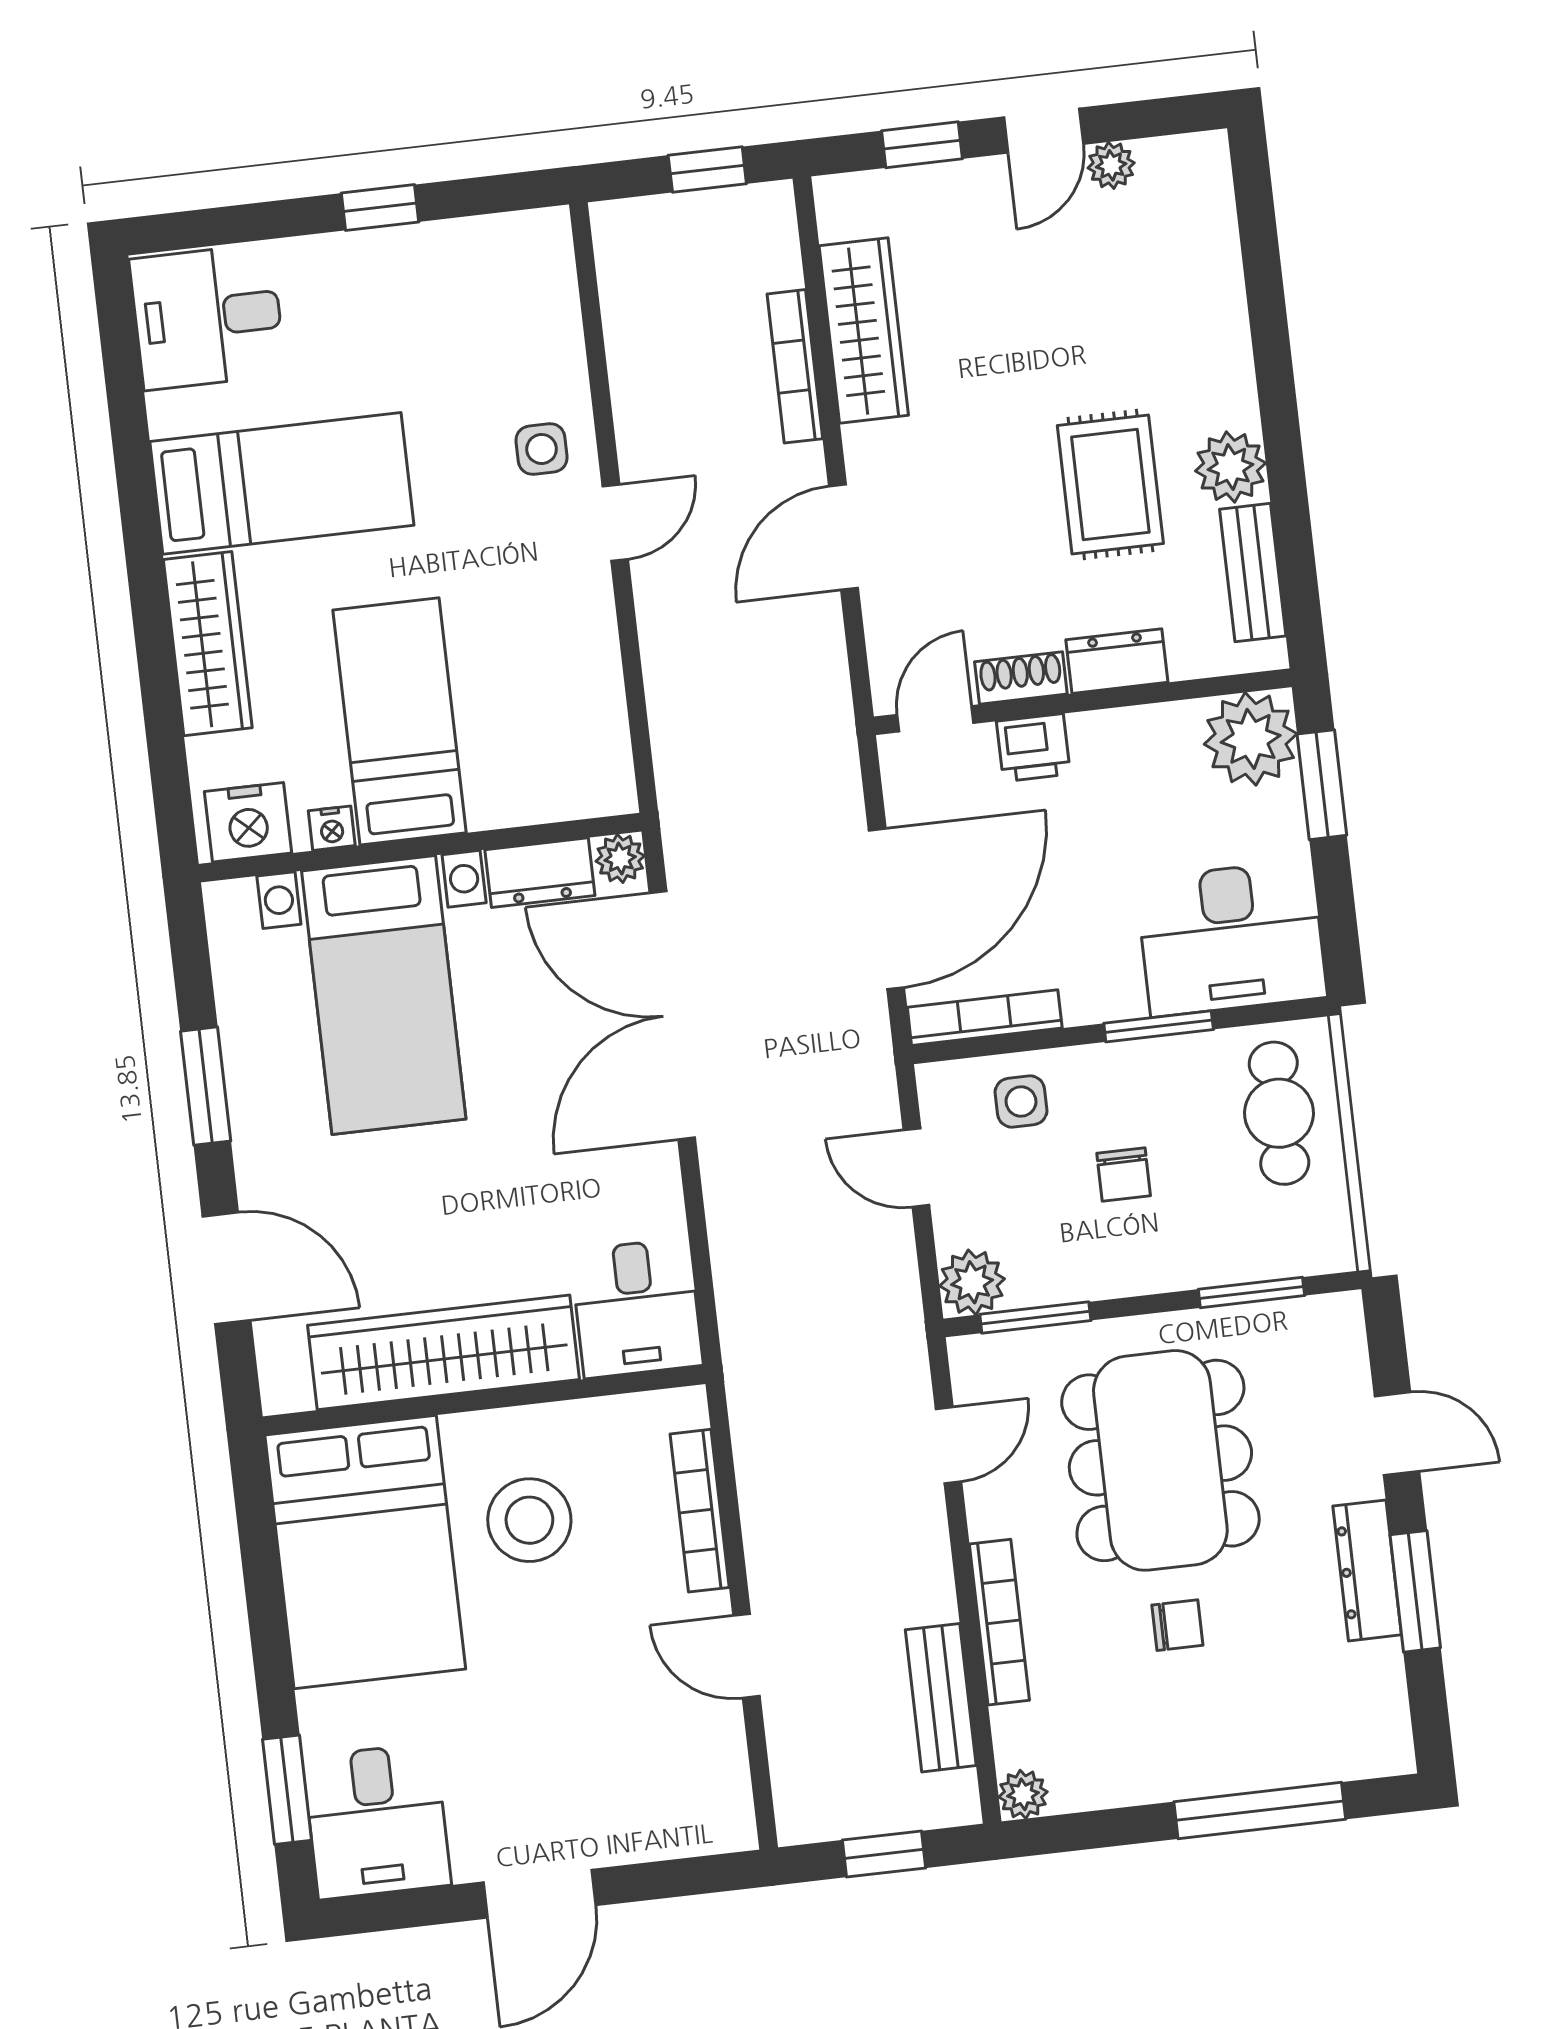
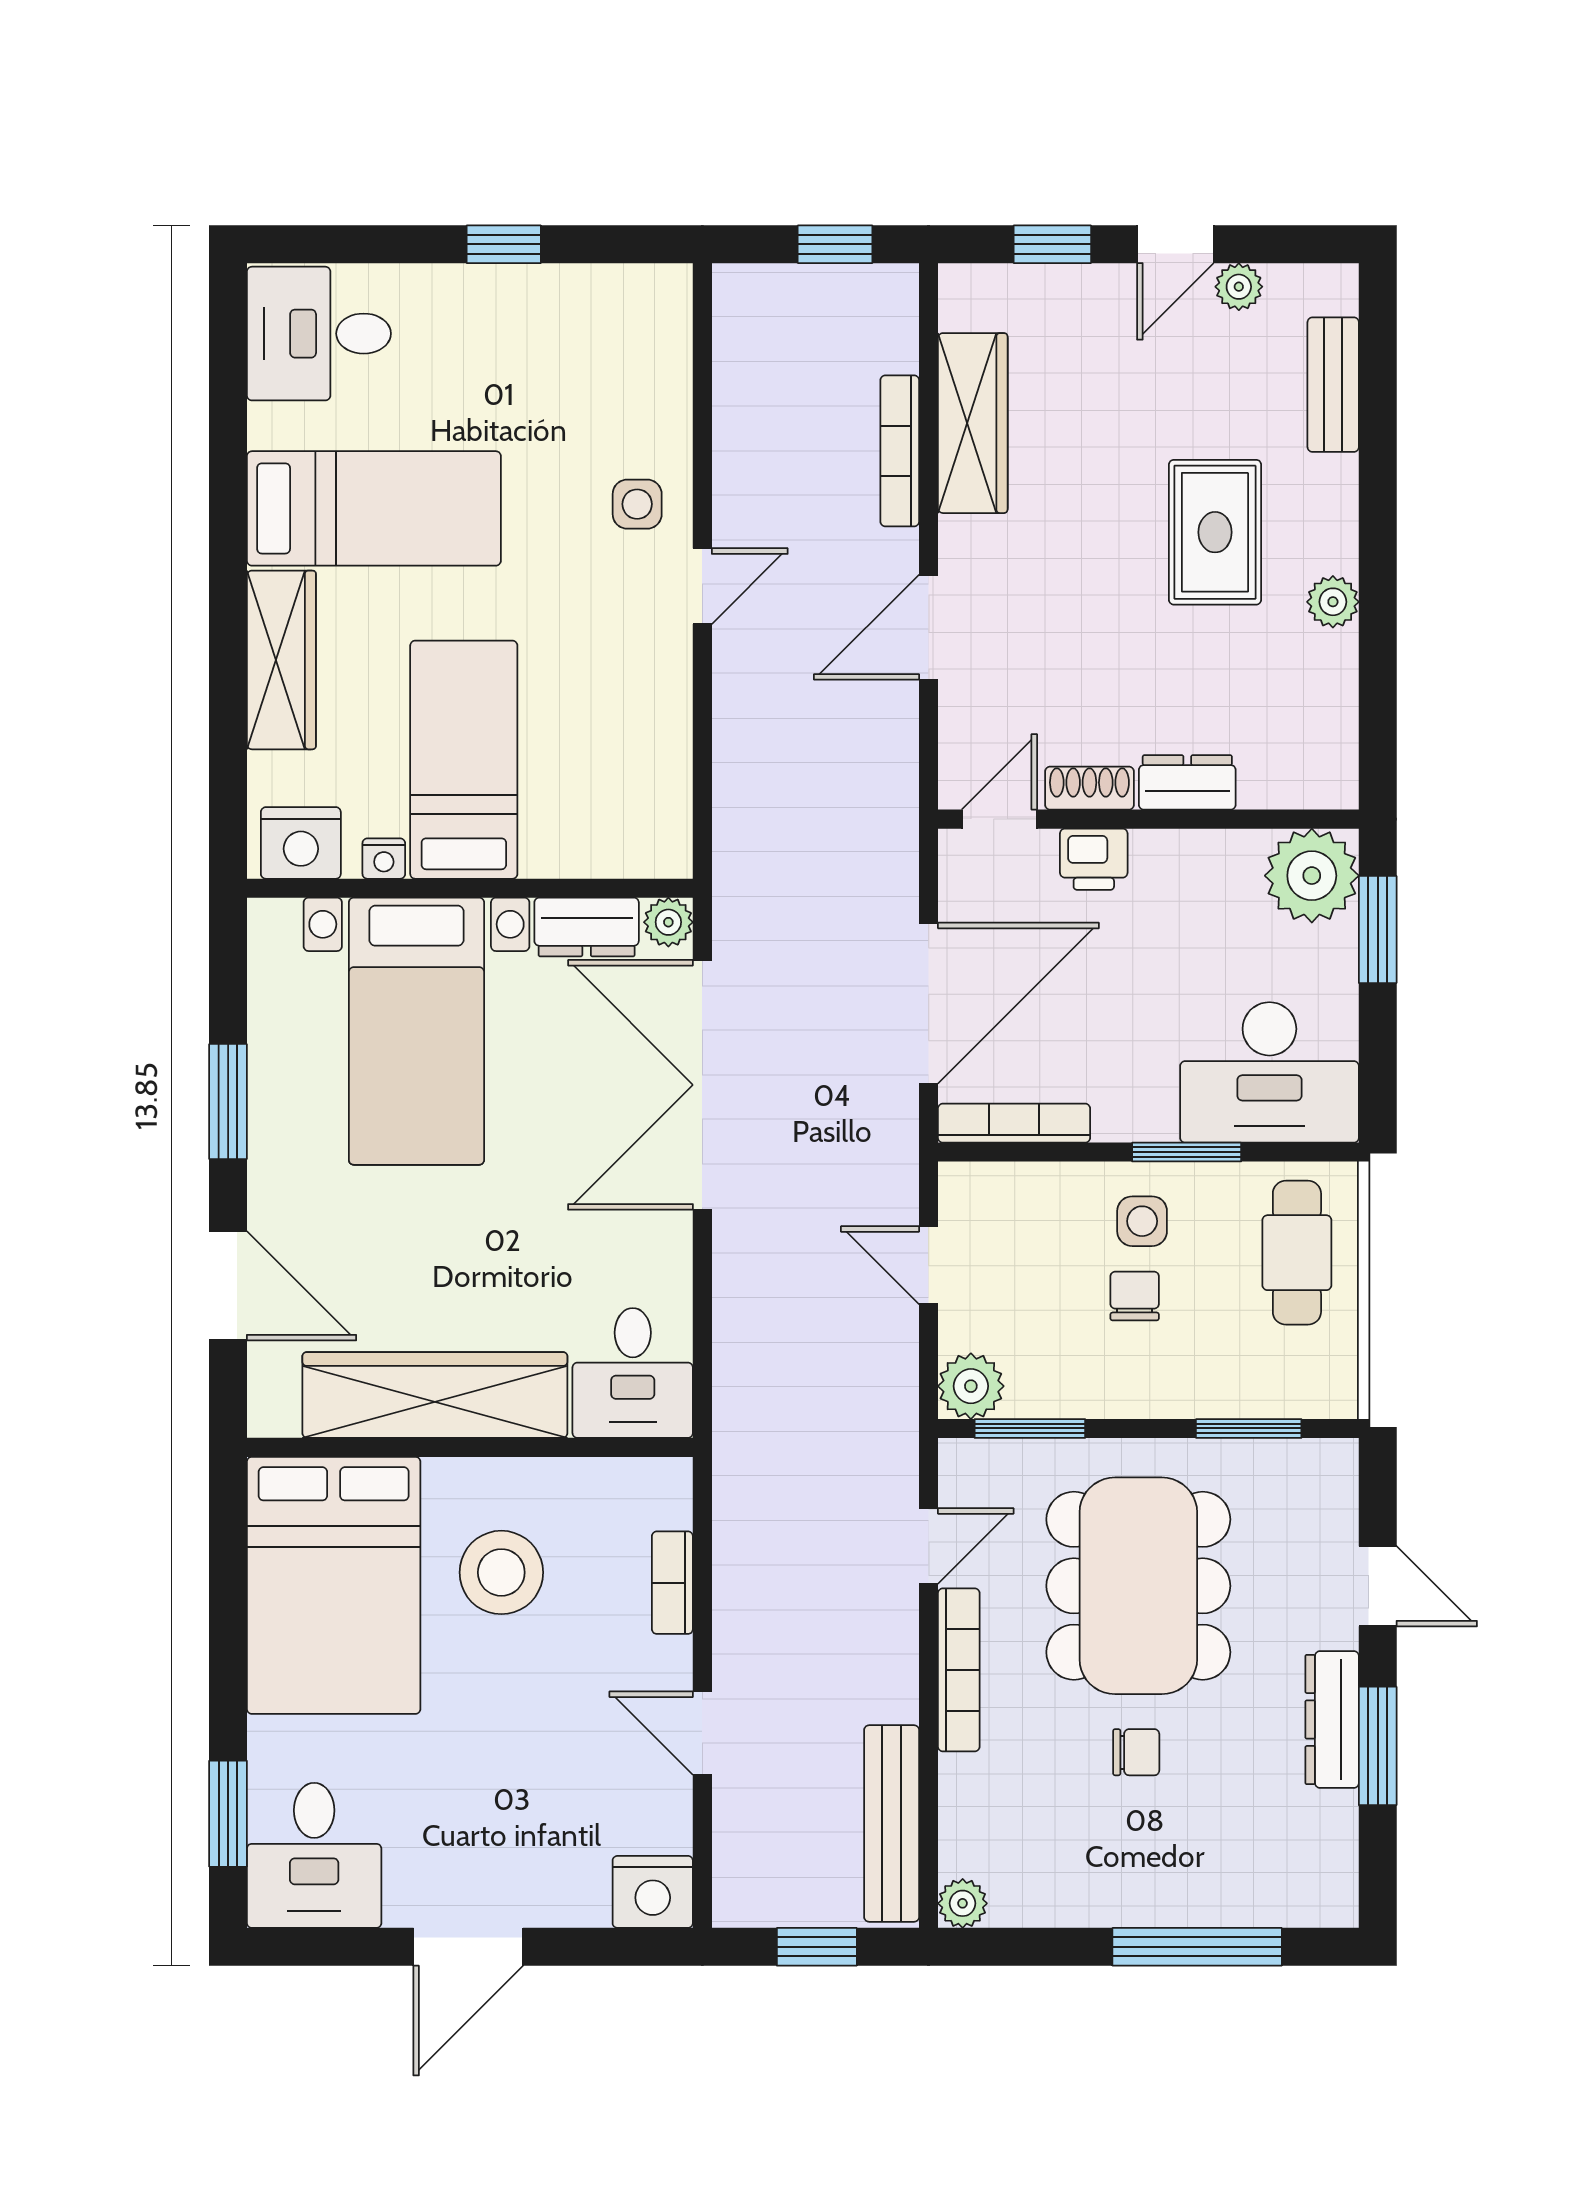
plant: (1231, 467) -> (1333, 602), width x0.73, depth x0.73
rug: (1110, 485) -> (1215, 532), moved
bench: (1253, 573) -> (1333, 385), moved
side table: (1021, 1101) -> (1142, 1221), moved
chair: (1124, 1174) -> (1135, 1296), turned 180
bookcase: (700, 1511) -> (672, 1583), width x0.64
bookcase: (999, 1622) -> (959, 1670), moved
bench: (941, 1698) -> (892, 1823), width x1.36
nightstand: (716, 1818) -> (653, 1892), added

